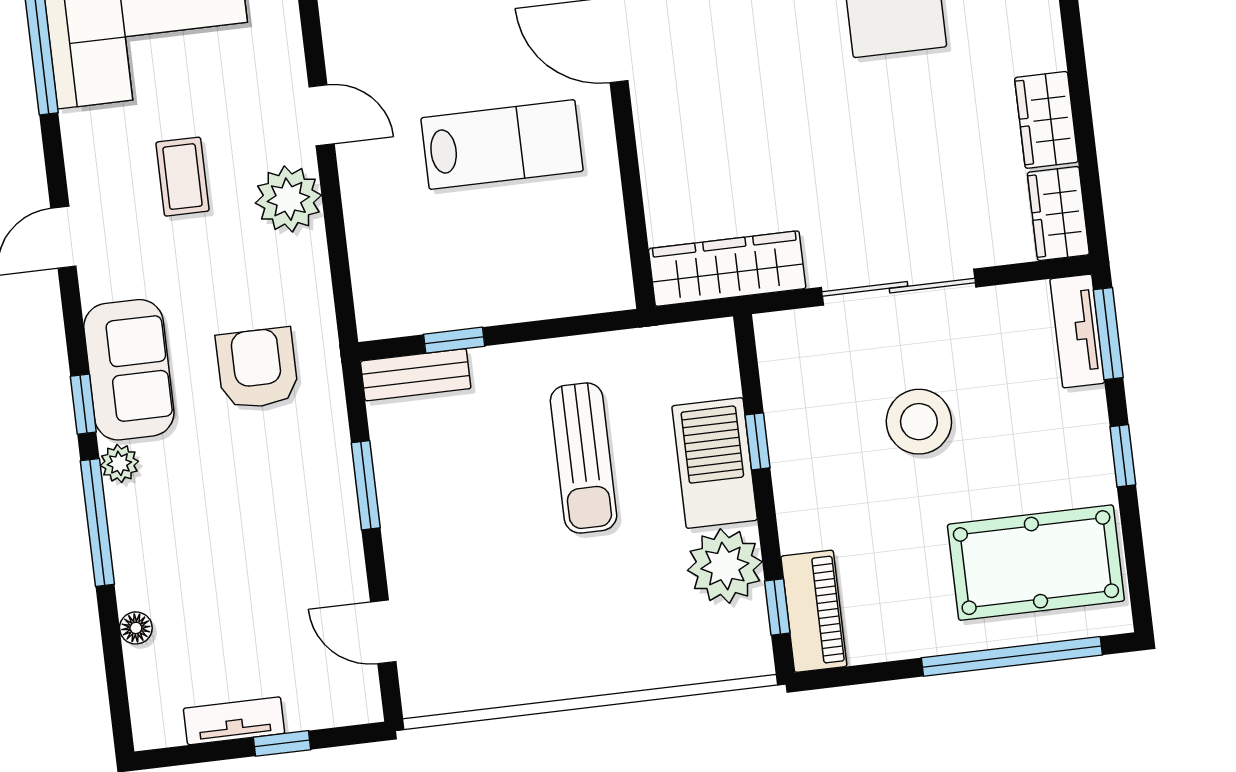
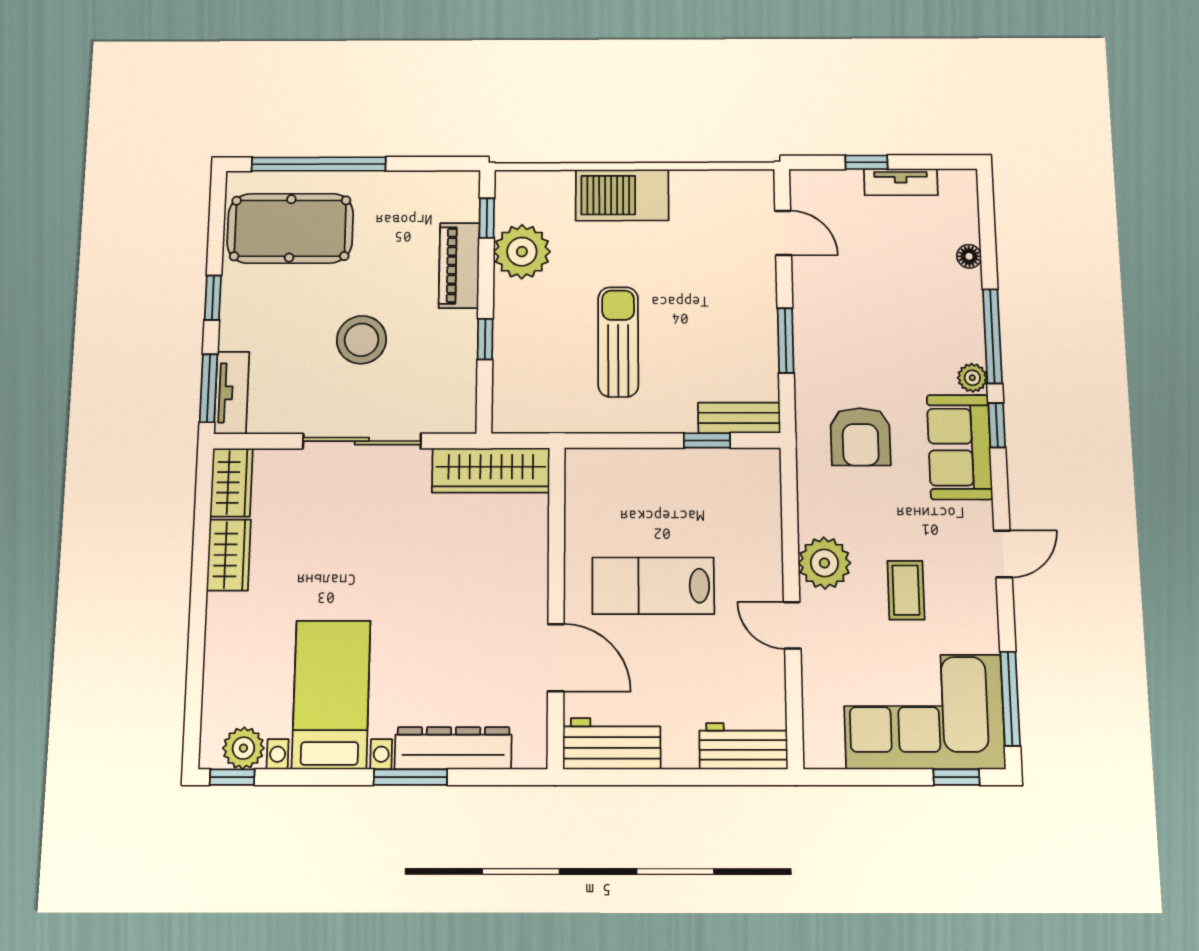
barbecue: (715, 463) -> (622, 195), moved, turned 90
piano: (814, 611) -> (459, 265), moved

